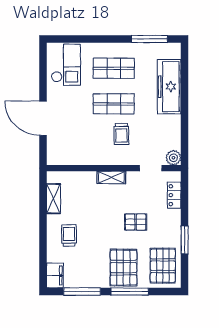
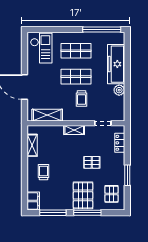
window: (149, 39) -> (102, 30), width x1.46
shelving: (74, 157) -> (47, 115), added
plant: (173, 158) -> (119, 90), moved
pallet: (163, 266) -> (111, 194), width x0.67, depth x0.71

